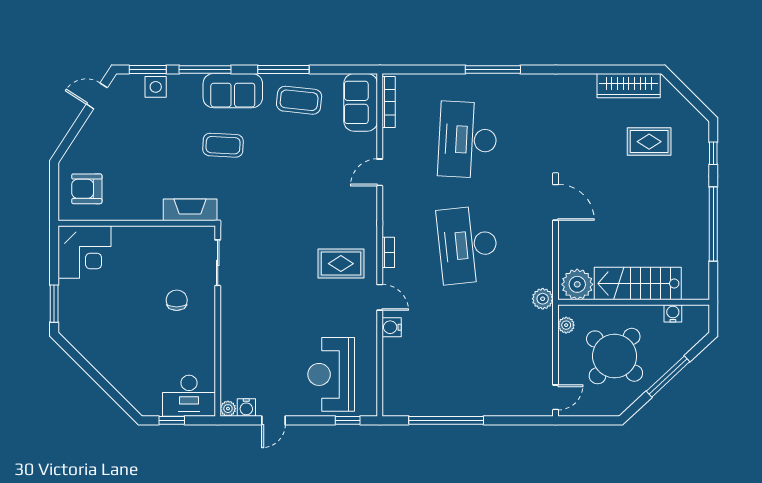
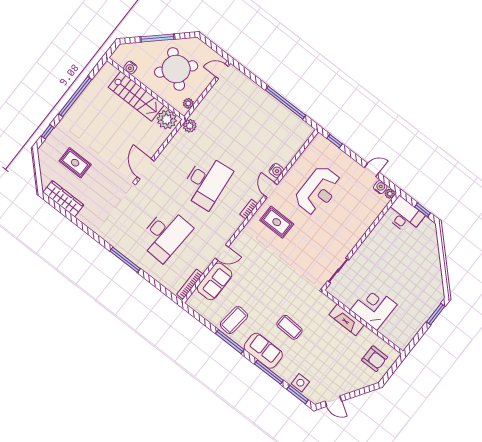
coffee table: (299, 100) -> (234, 320), turned 90
sofa: (361, 102) -> (215, 281), moved
fireplace: (190, 210) -> (347, 320), moved
corner desk: (85, 252) -> (374, 307), moved
chair: (177, 300) -> (373, 268), removed
reception desk: (331, 374) -> (318, 191), moved

